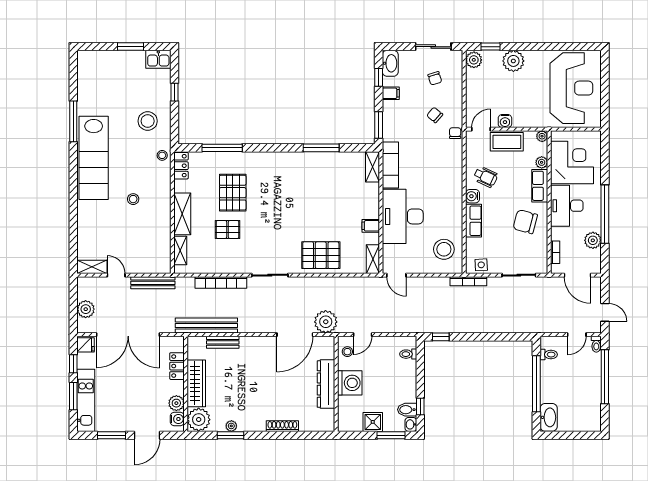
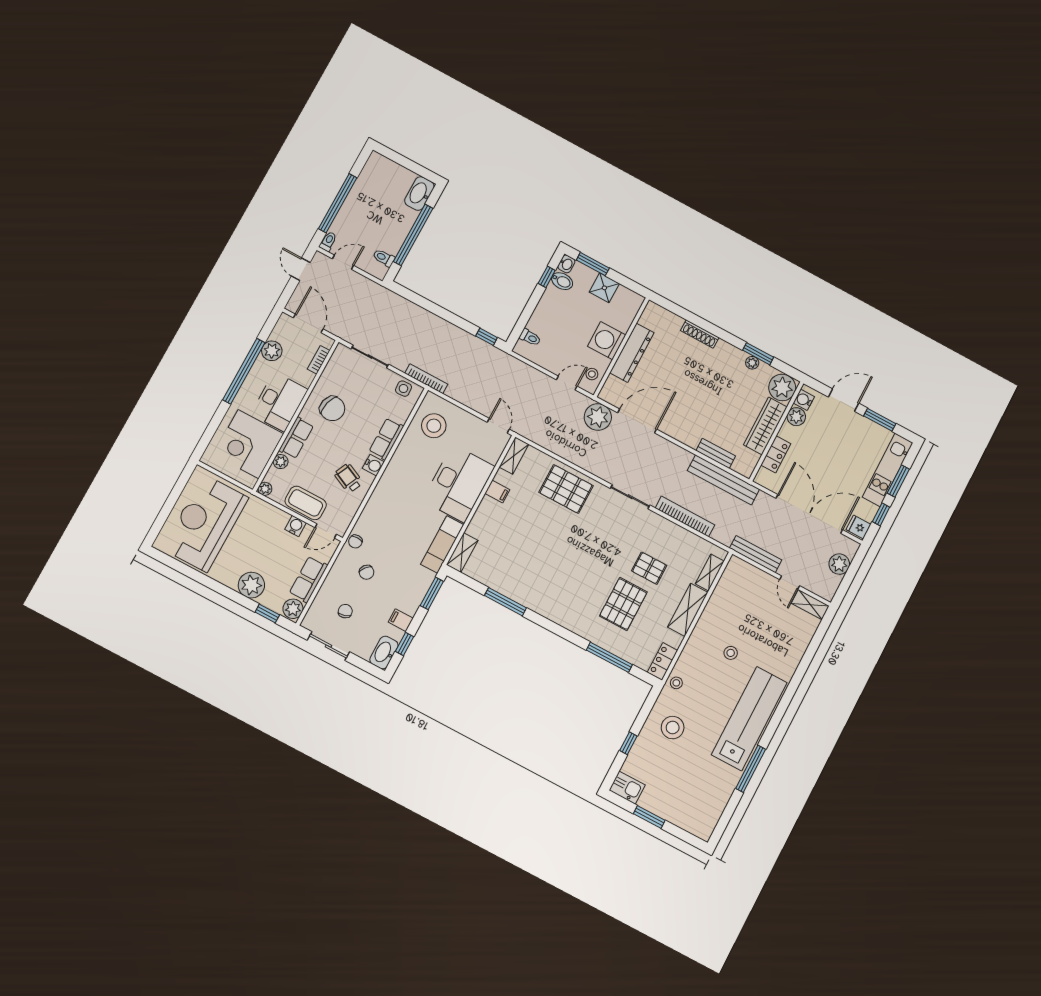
row of seats: (474, 87) -> (308, 579), added

